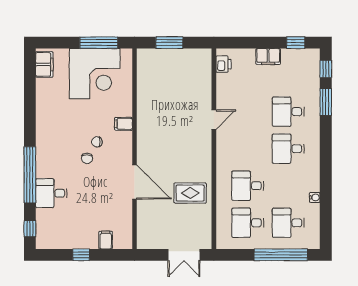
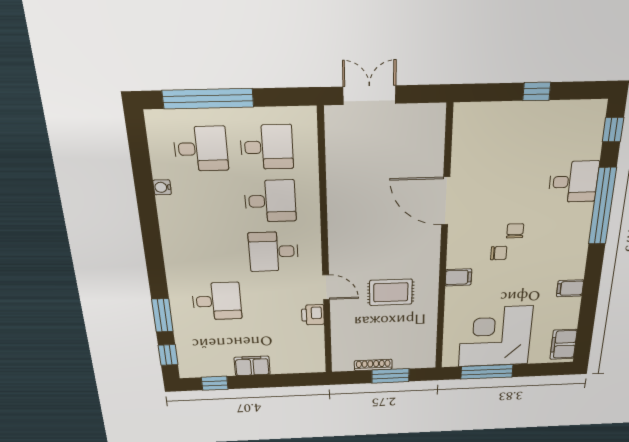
shoe rack: (182, 53) -> (373, 365), added
printer: (224, 64) -> (313, 315), moved
door: (214, 120) -> (326, 287), swing flipped
desk: (288, 149) -> (274, 252), moved, turned 180
rug: (190, 193) -> (391, 292), moved
filing cabinet: (106, 240) -> (570, 288), moved, turned 90

